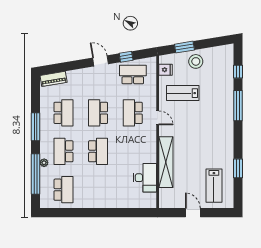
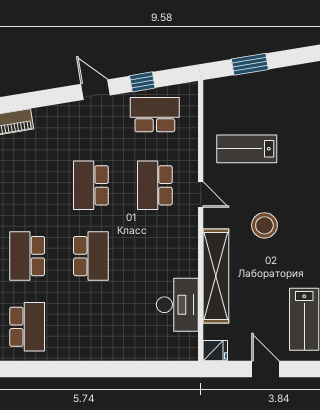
stool: (196, 61) -> (264, 225), moved
fridge: (166, 70) -> (215, 351), moved
school desk: (63, 113) -> (27, 185), removed

